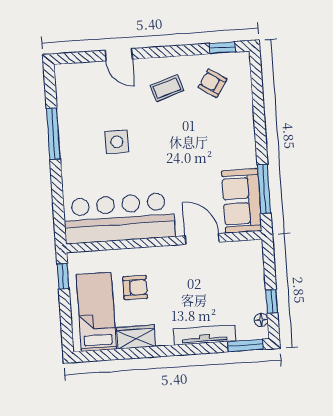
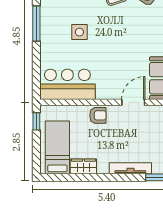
bar counter: (119, 218) -> (67, 84), width x0.73
door: (202, 239) -> (133, 102), hinge flipped
armchair: (135, 287) -> (98, 115), moved

